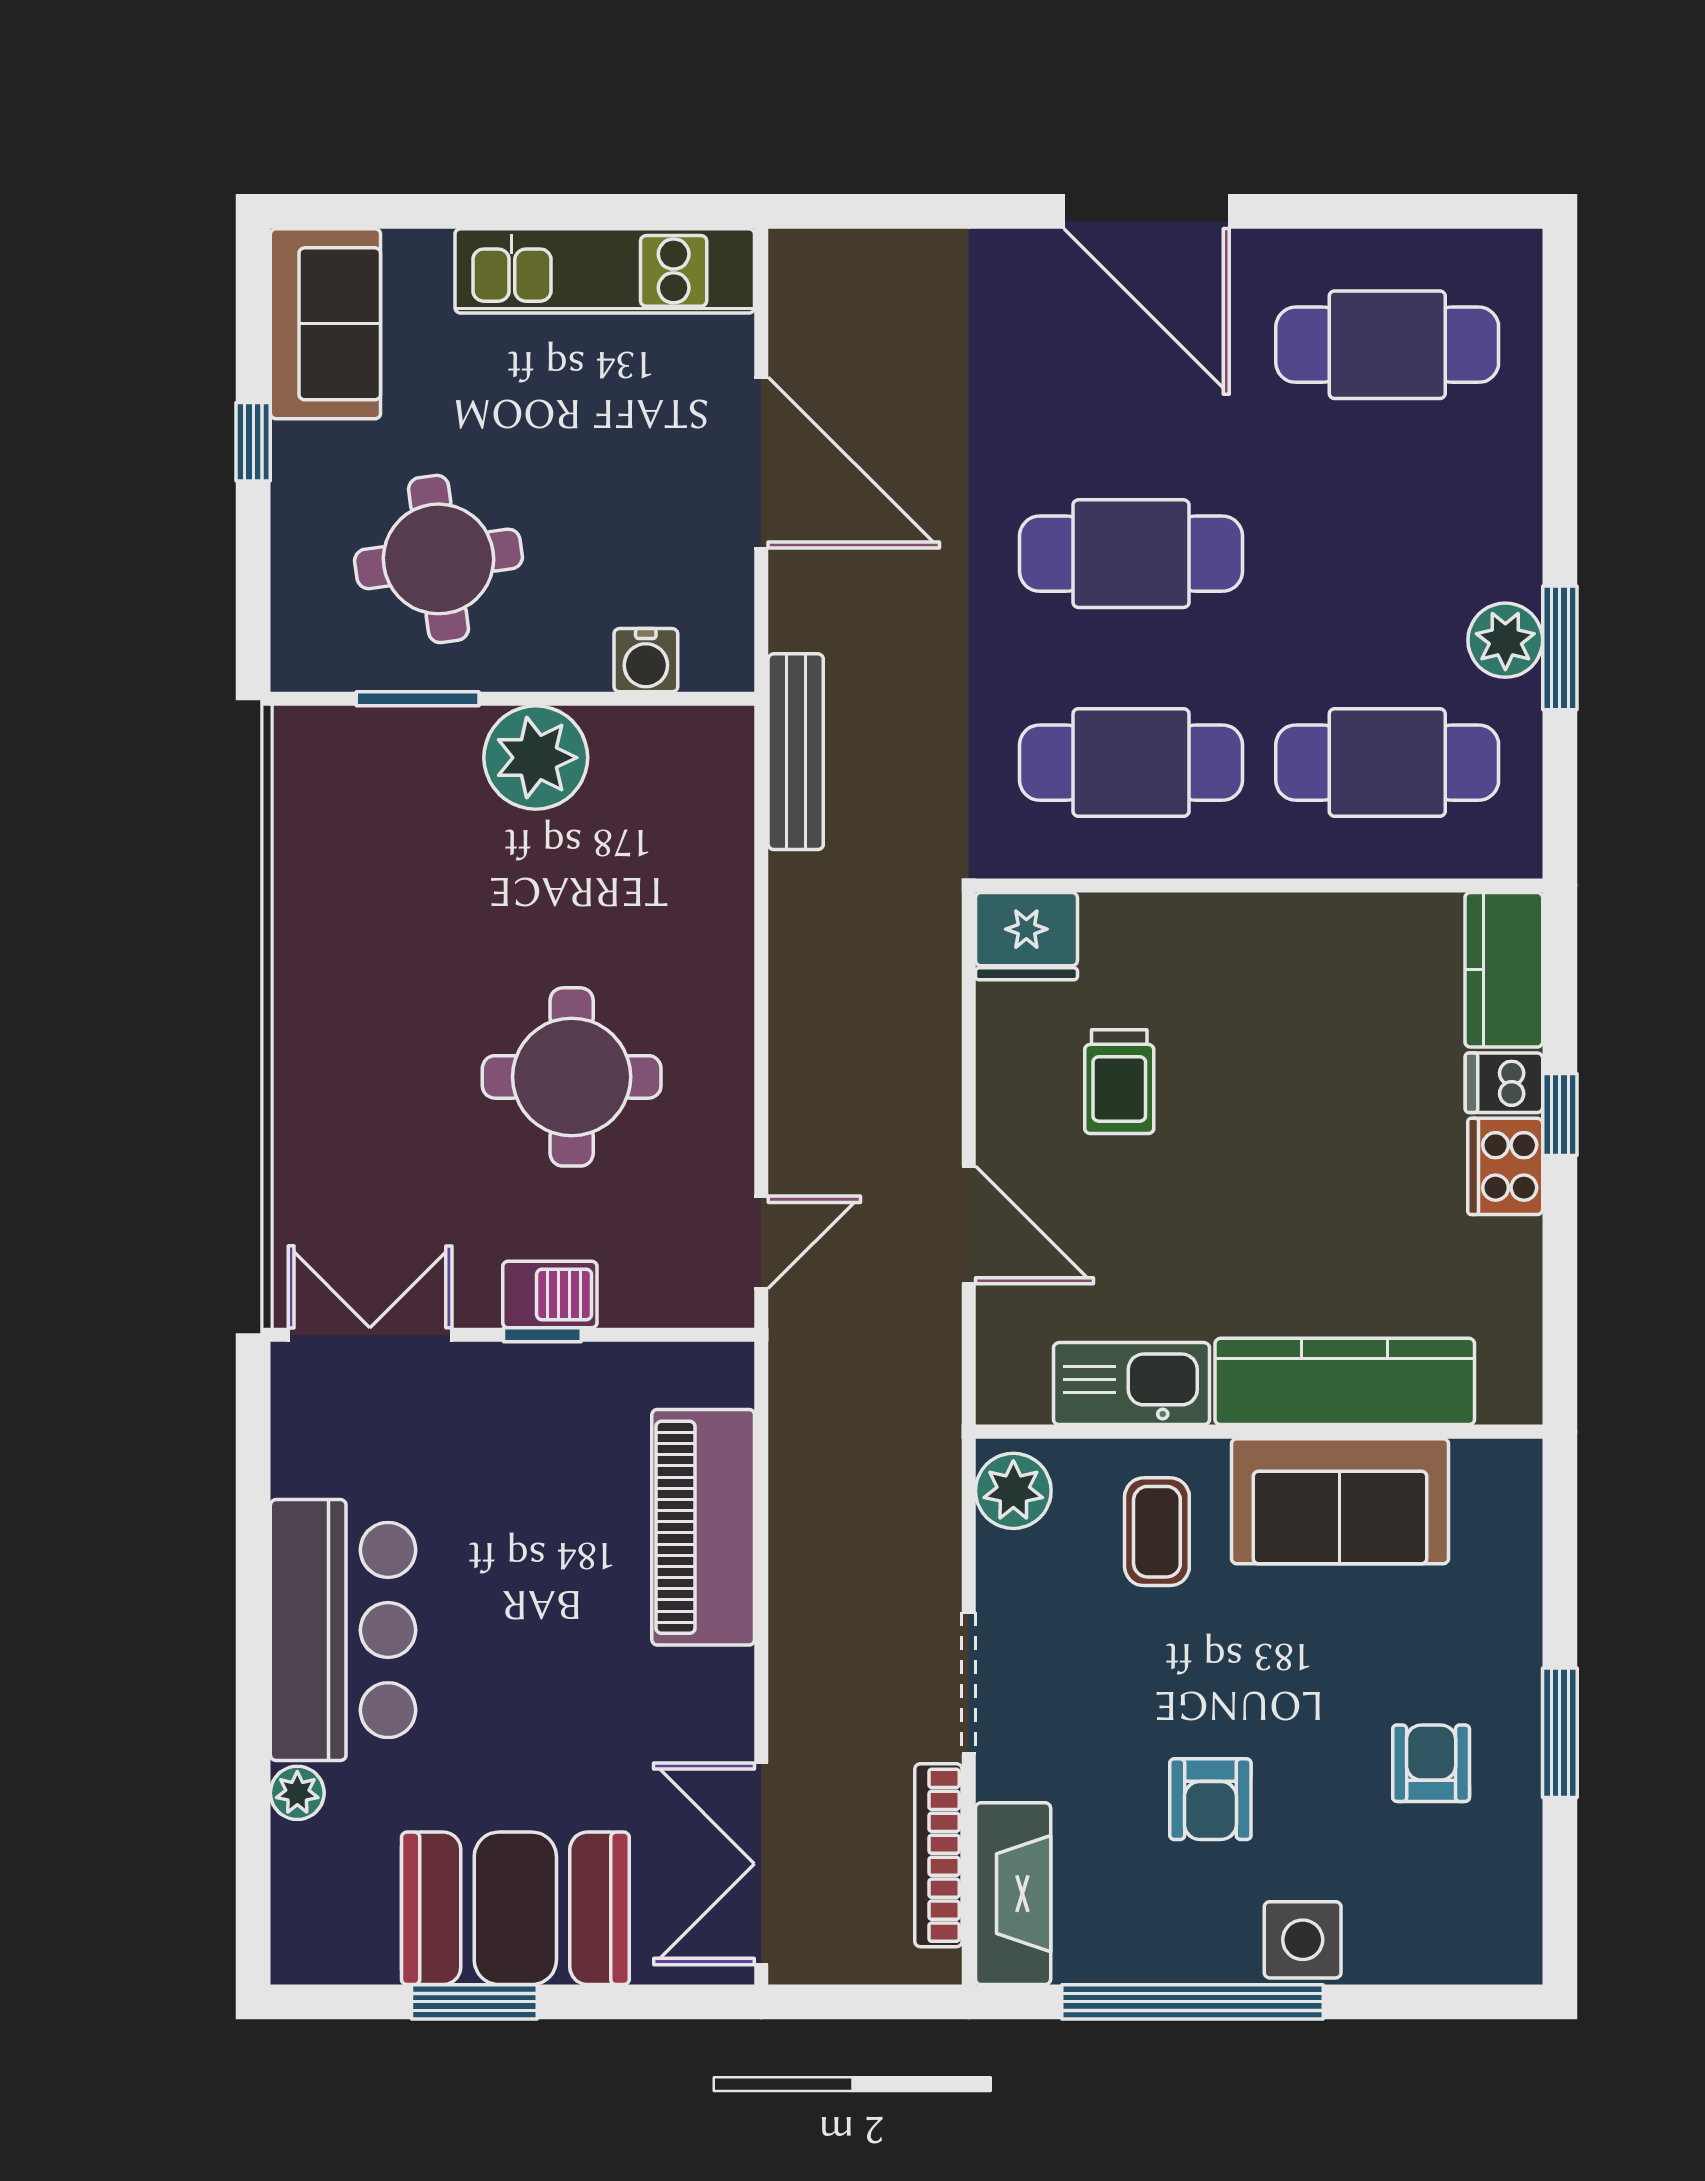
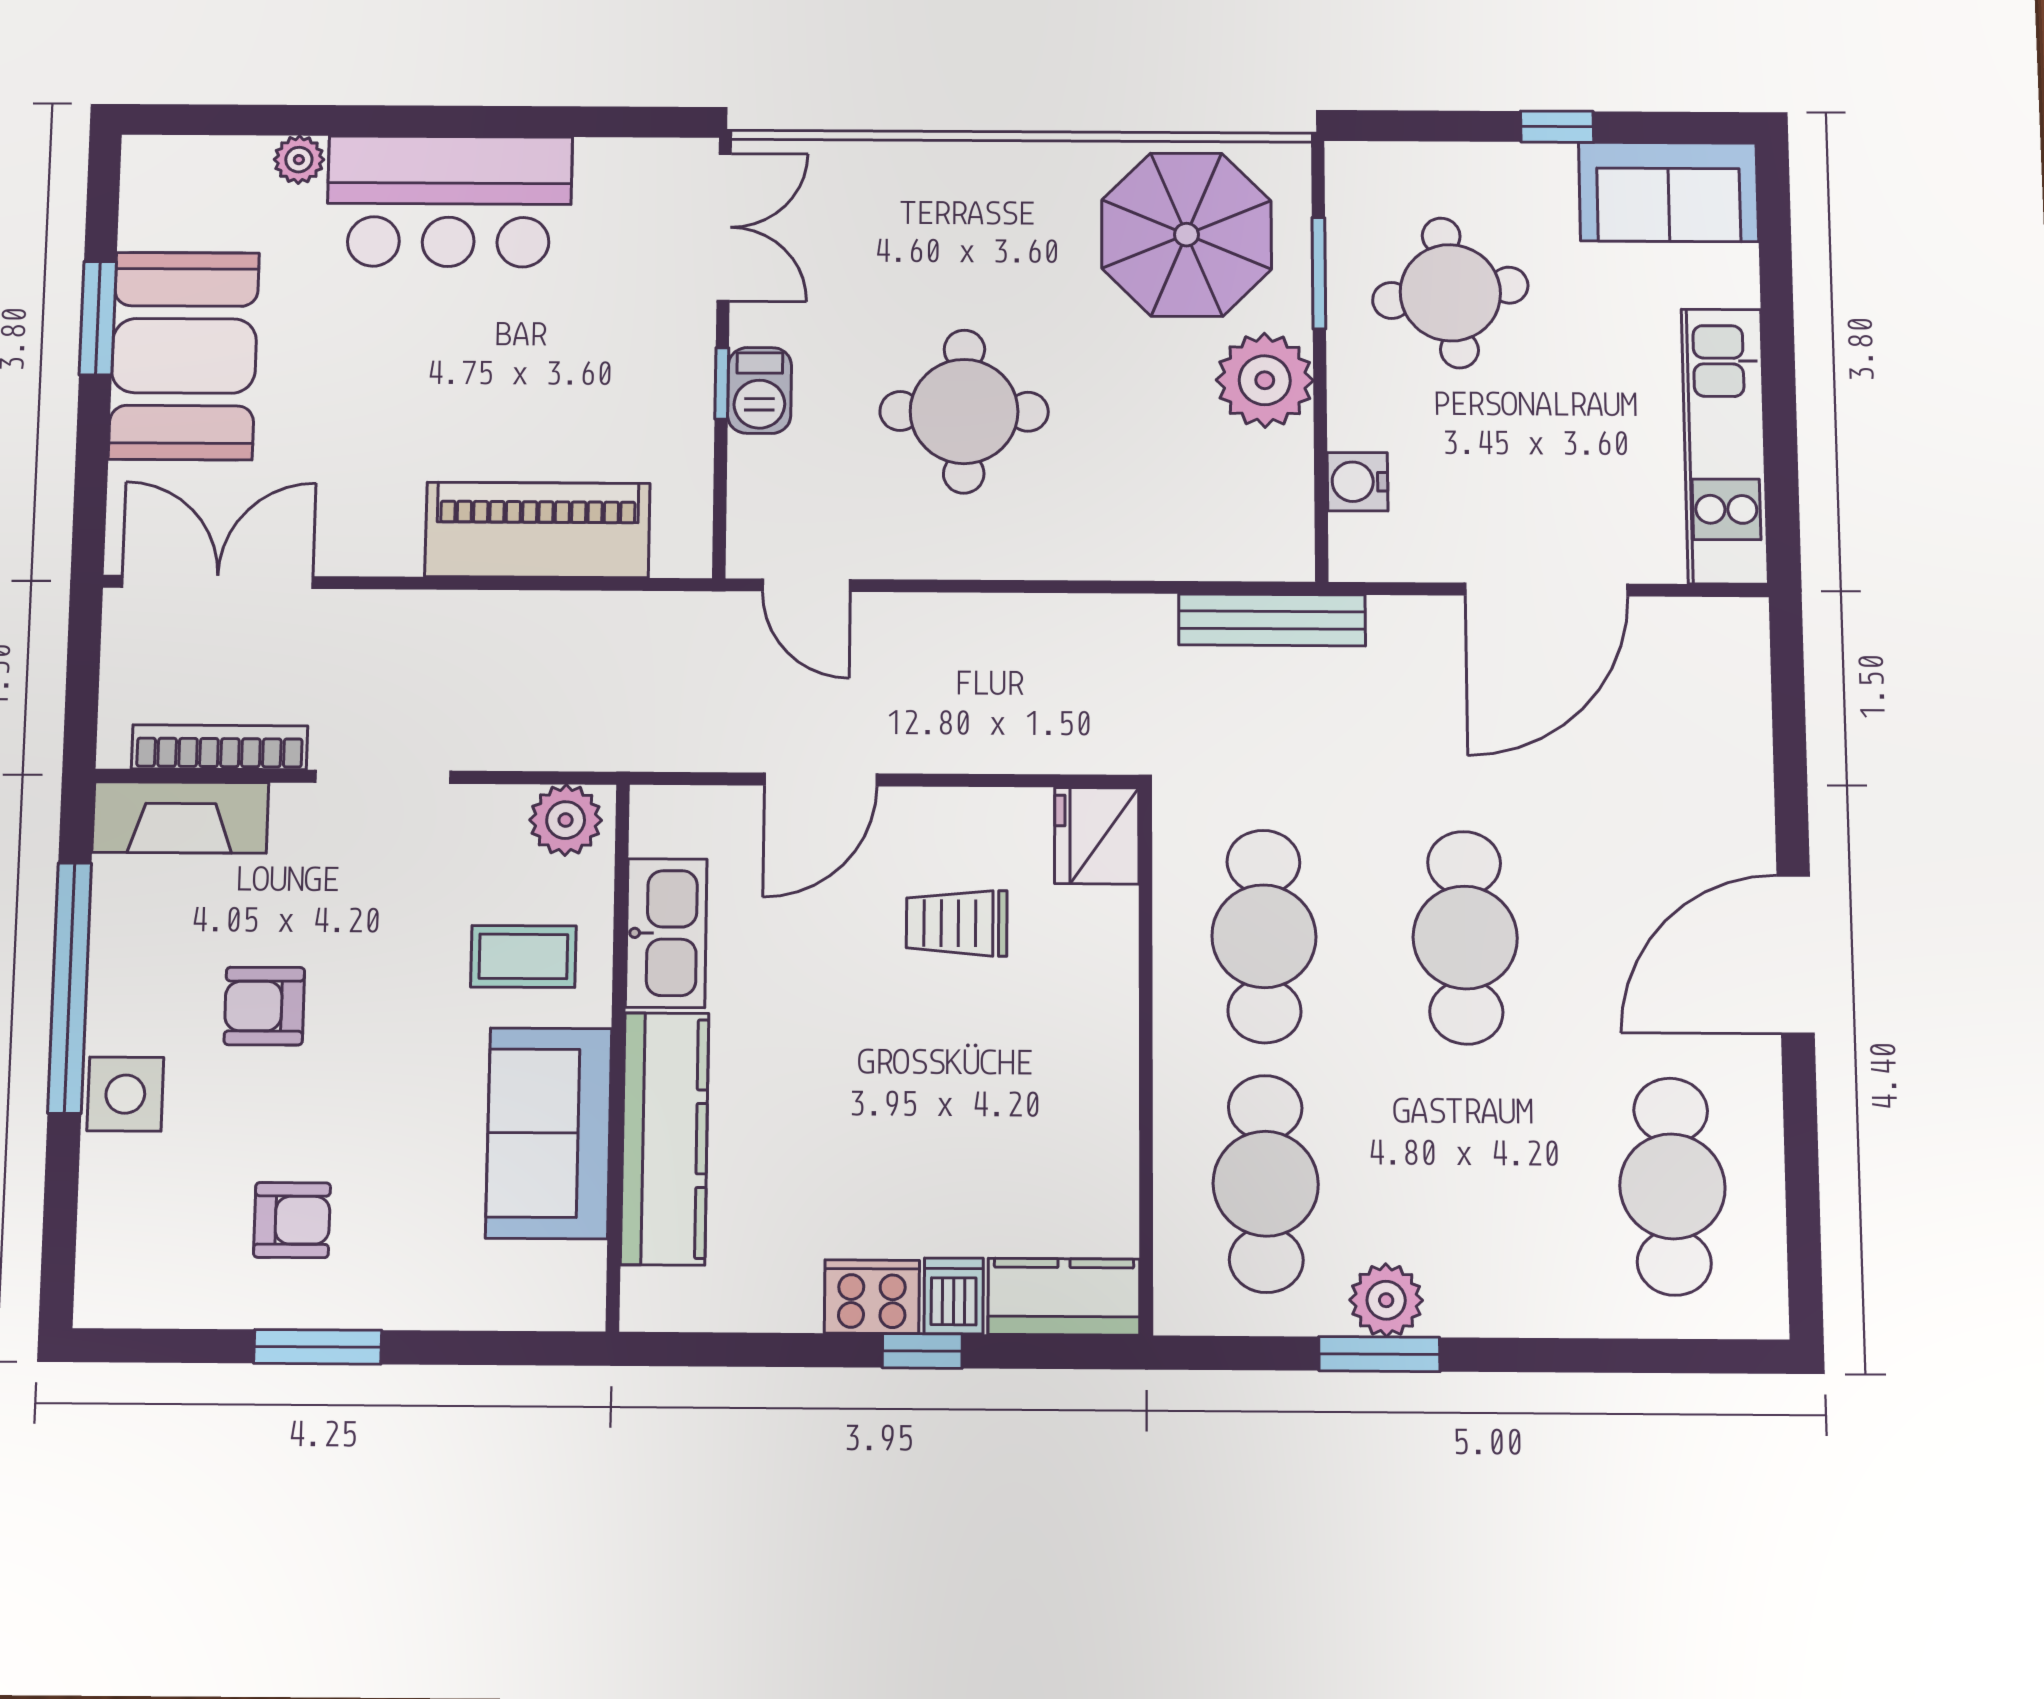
parasol: (376, 840) -> (1186, 235), added

